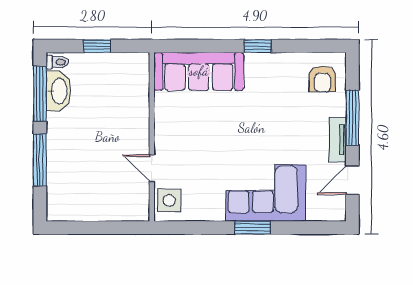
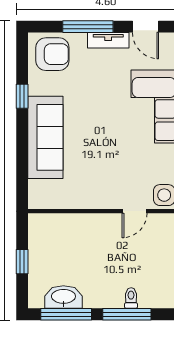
window: (258, 46) -> (22, 96), moved
toilet: (57, 62) -> (131, 298), moved
sofa: (199, 71) -> (45, 137), moved
armchair: (322, 79) -> (52, 54), width x1.38, depth x1.38

